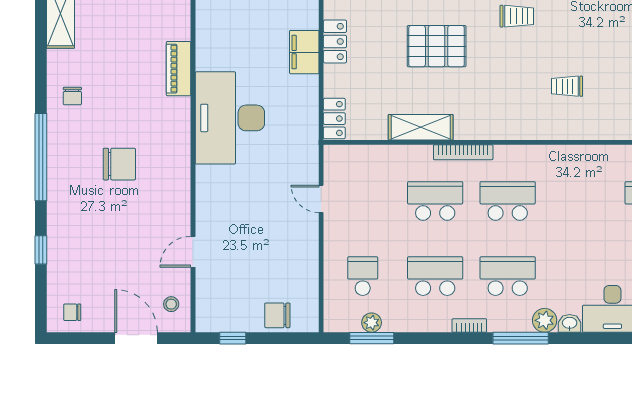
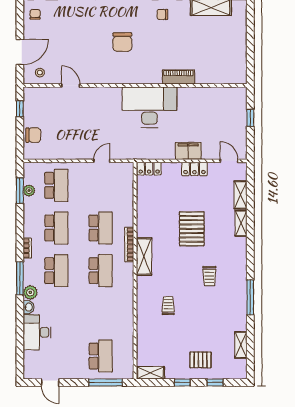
shelving: (421, 127) -> (144, 257), moved
school desk: (363, 276) -> (56, 185), width x1.85
chair: (277, 315) -> (33, 135), turned 90

